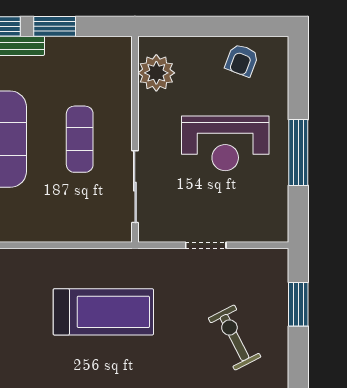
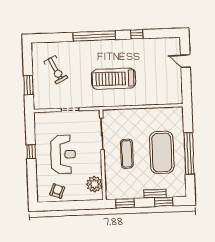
window: (55, 26) -> (125, 203), moved
reception desk: (225, 143) -> (63, 154), turned 90
window: (298, 153) -> (31, 152), width x0.46

